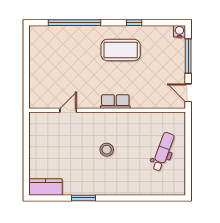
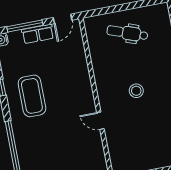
row of seats: (115, 102) -> (38, 34), moved, turned -90
door: (68, 110) -> (100, 121), moved

